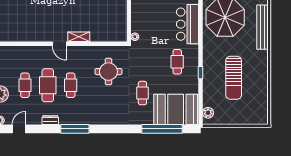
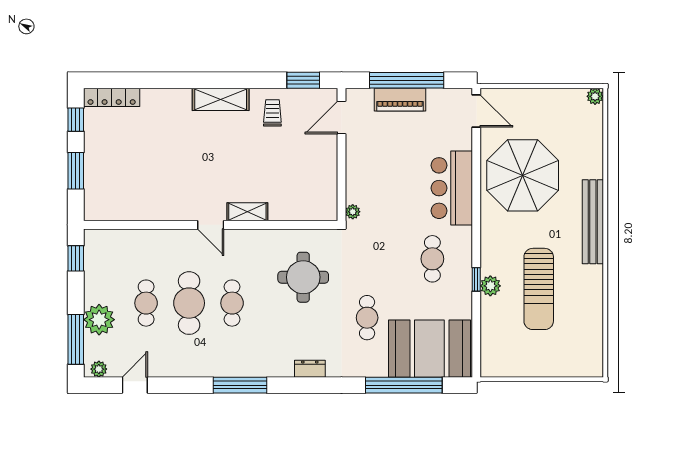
bench: (262, 27) -> (593, 222), moved
plant: (208, 113) -> (490, 286), moved
dresser: (50, 120) -> (310, 369), moved

